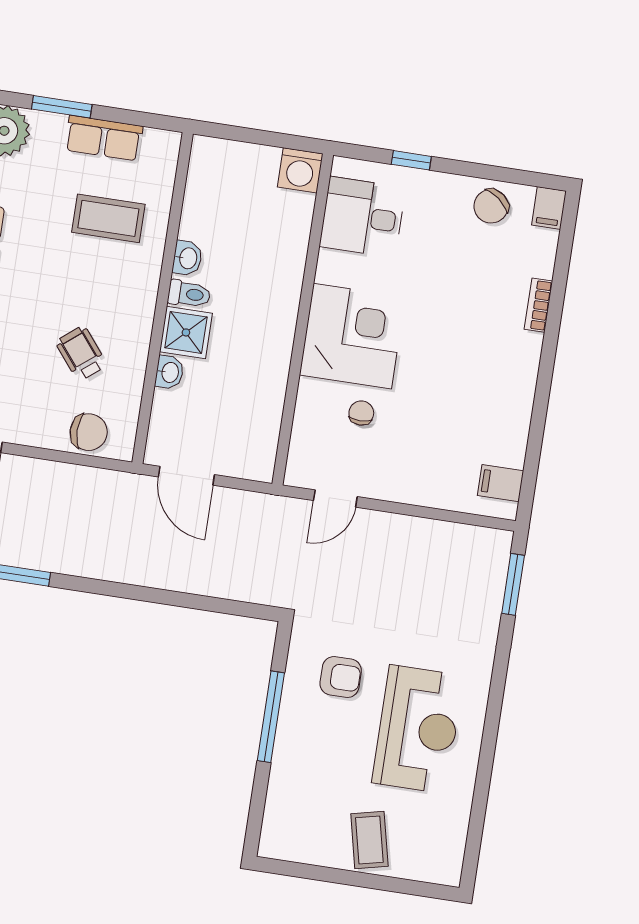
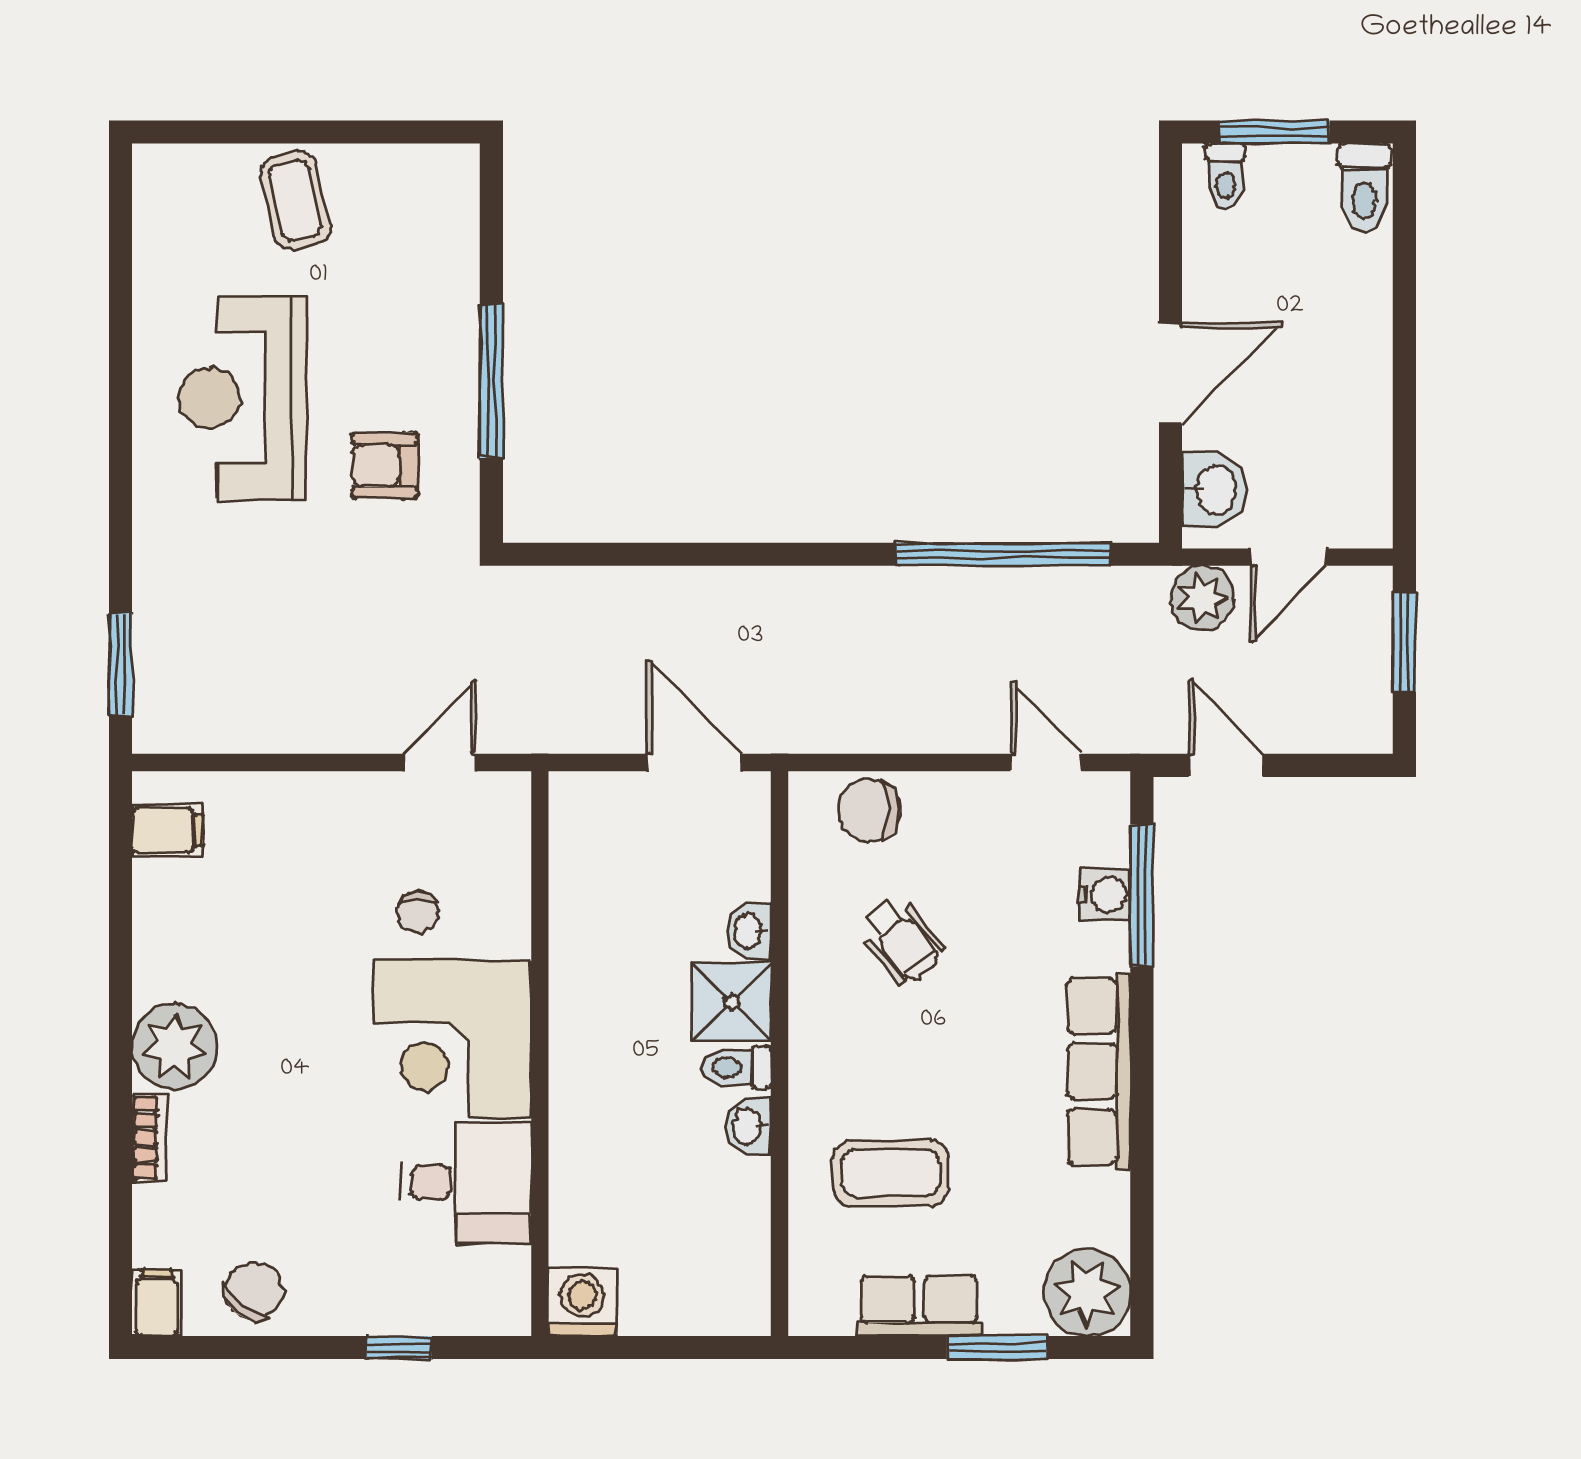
desk: (362, 217) -> (466, 1182), moved
plant: (516, 356) -> (175, 1047), added

